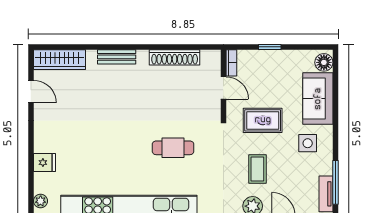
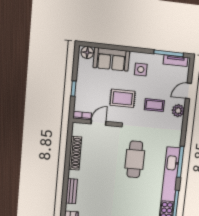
rug: (263, 120) -> (123, 98), turned 90
cafe table: (173, 148) -> (135, 159), width x1.37, depth x1.35

